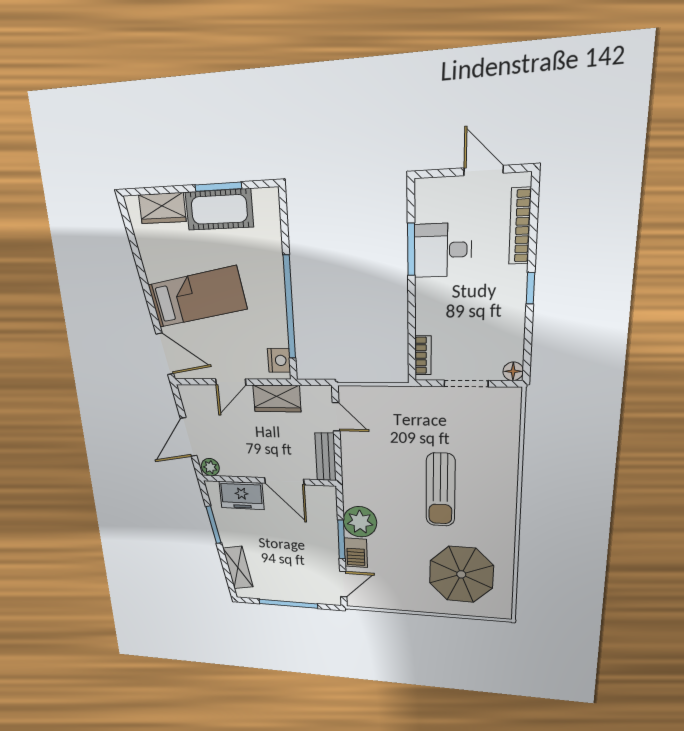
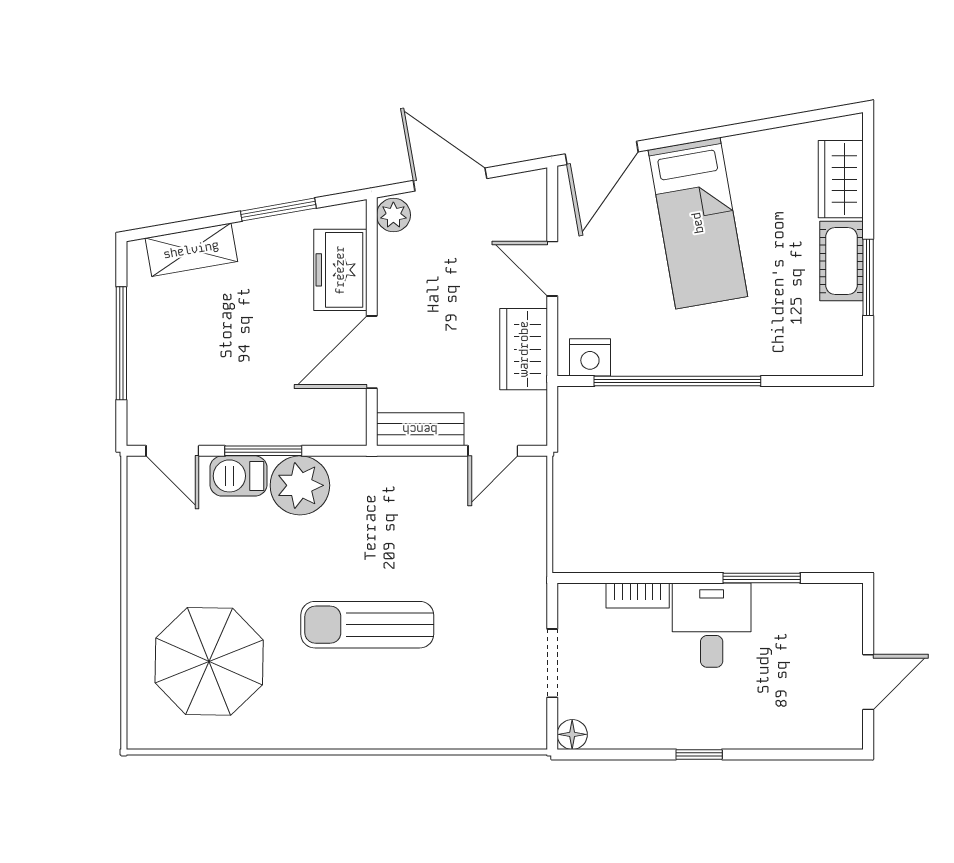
cot: (219, 209) -> (841, 261), width x0.73, depth x0.75
bookcase: (520, 226) -> (789, 736), removed
desk: (443, 250) -> (712, 625), moved
bookcase: (423, 355) -> (638, 596), moved

